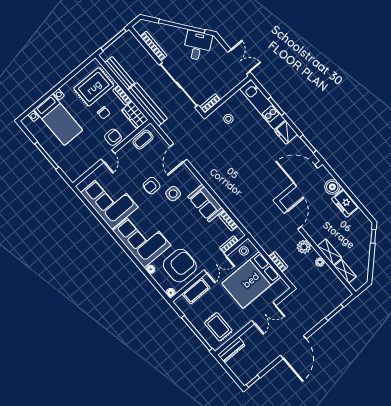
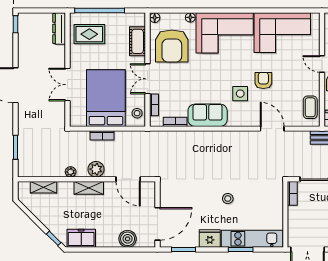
stool: (228, 119) -> (228, 199), moved
freezer: (345, 203) -> (81, 238), moved
shelving: (329, 252) -> (89, 188), moved

